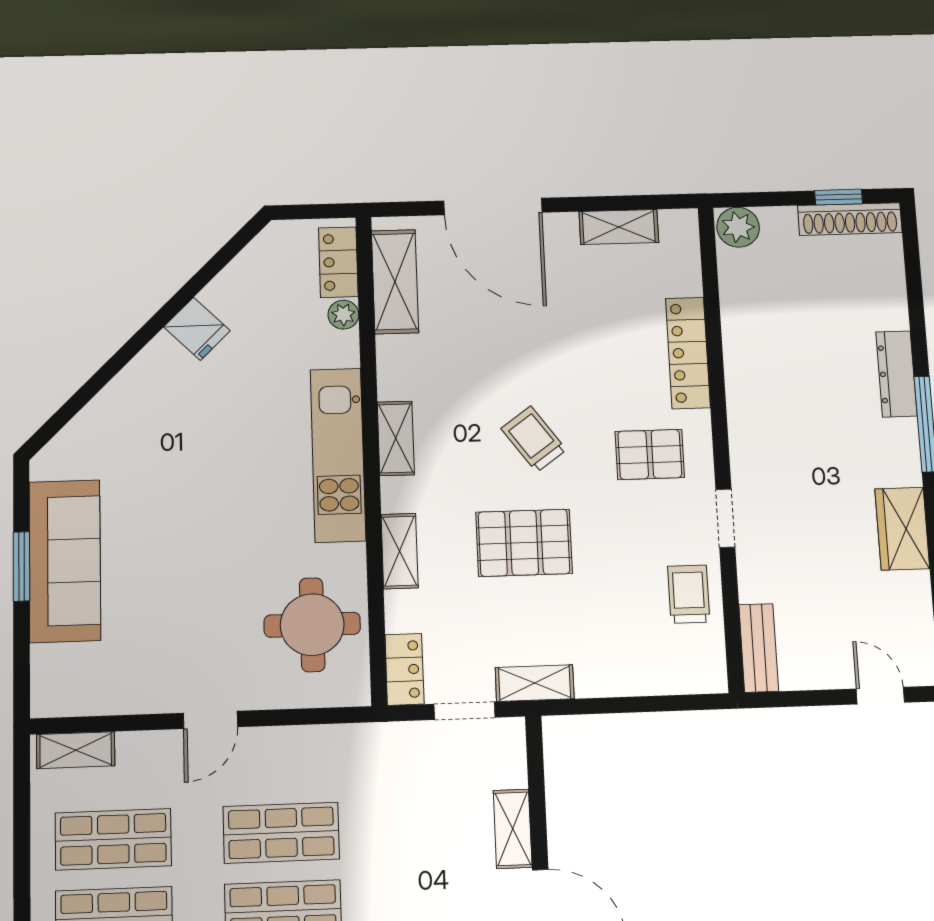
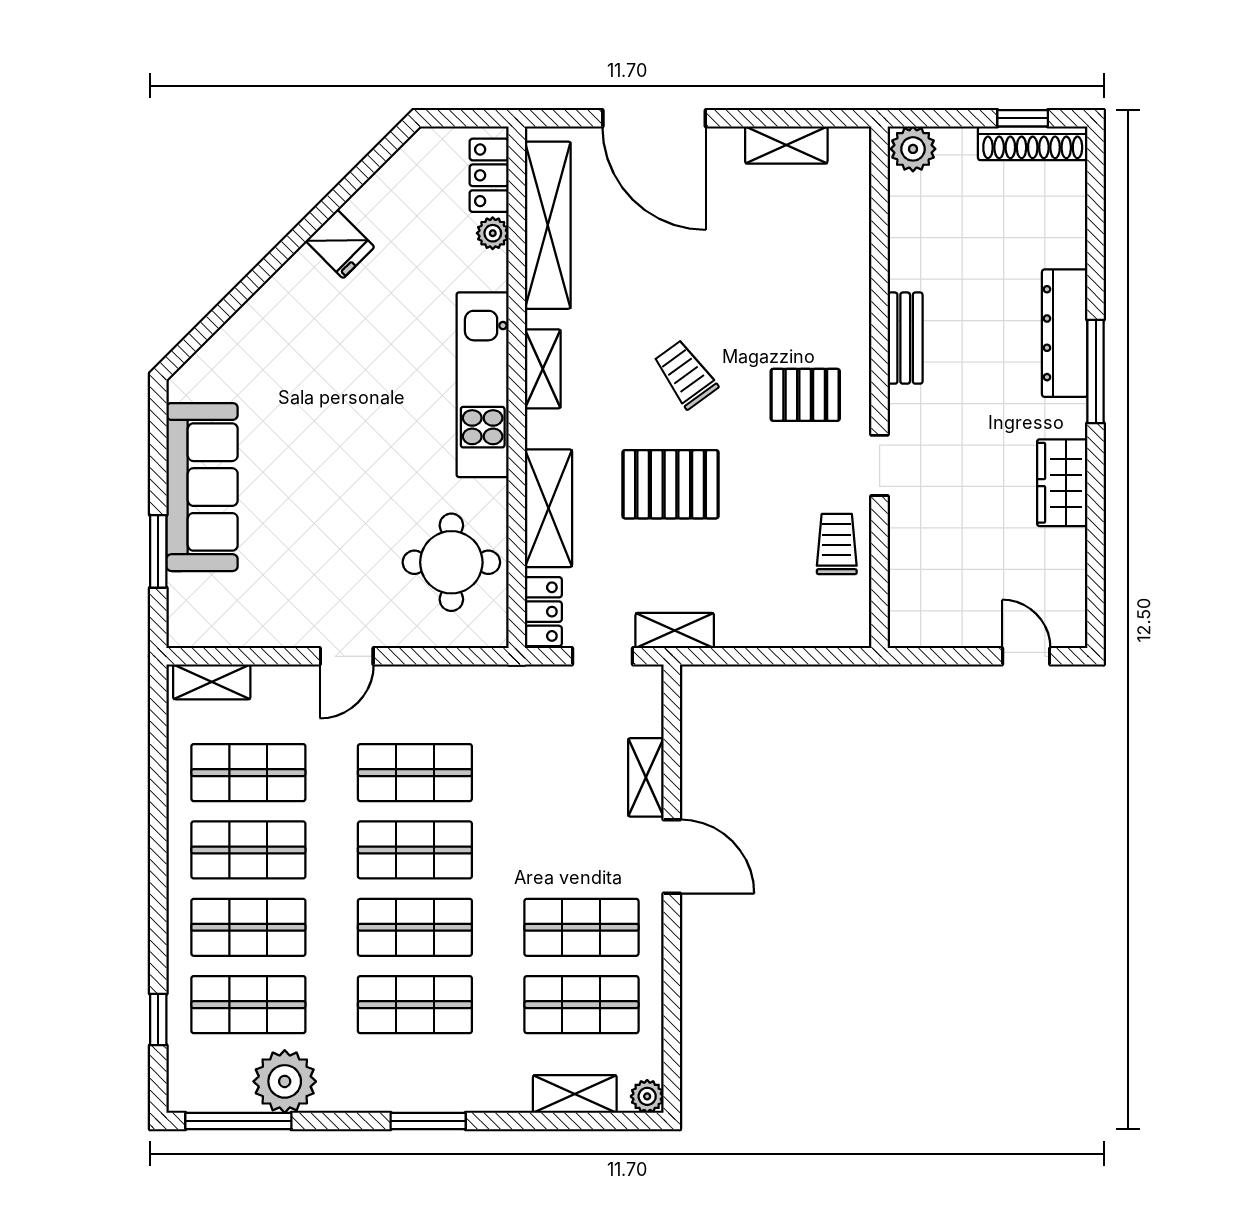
shelving: (395, 282) -> (548, 225), width x1.47
locker: (688, 353) -> (851, 286), removed
dresser: (896, 374) -> (1065, 333), width x1.37, depth x1.24
shelving: (400, 551) -> (549, 508), width x1.50, depth x1.33
window: (21, 566) -> (158, 551), moved
bench: (759, 648) -> (905, 338), moved

